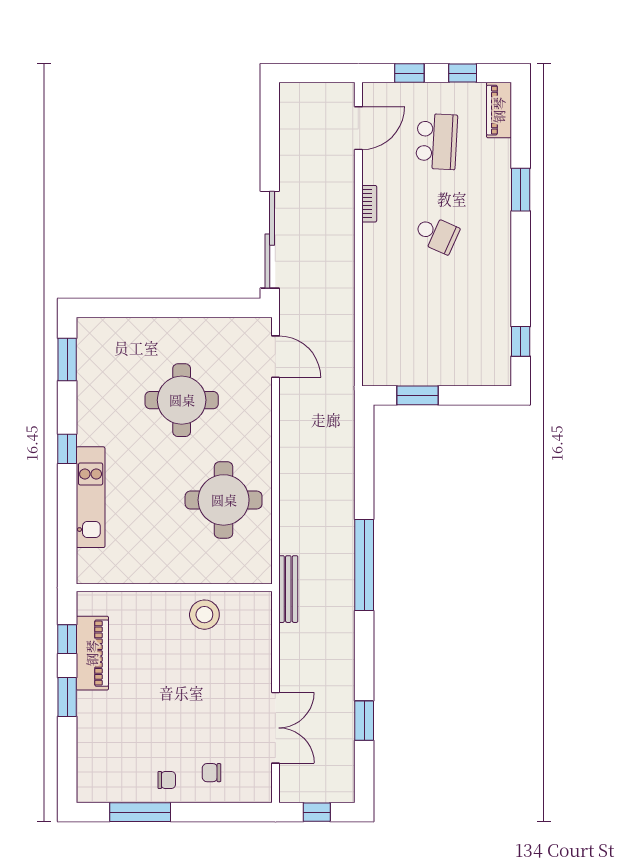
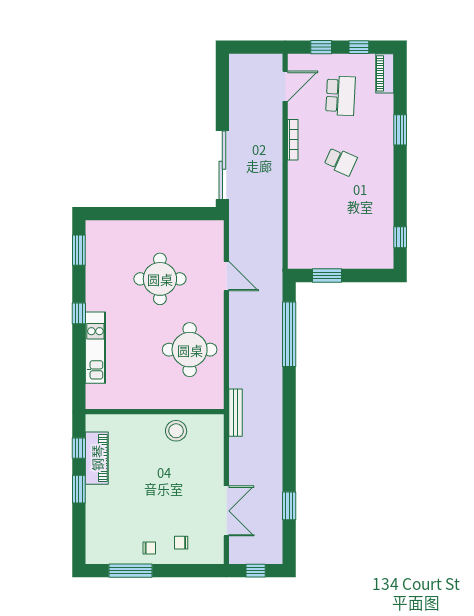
bookcase: (369, 204) -> (293, 140), width x1.56
door: (275, 357) -> (226, 276), moved
window: (364, 565) -> (289, 334), moved

